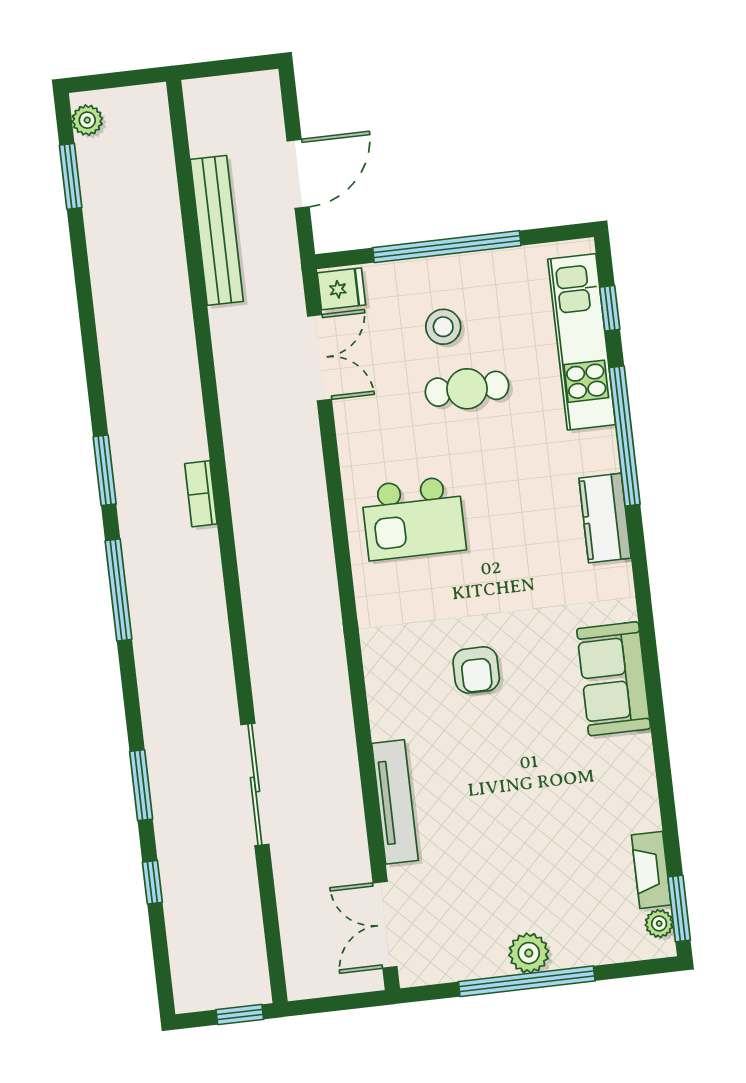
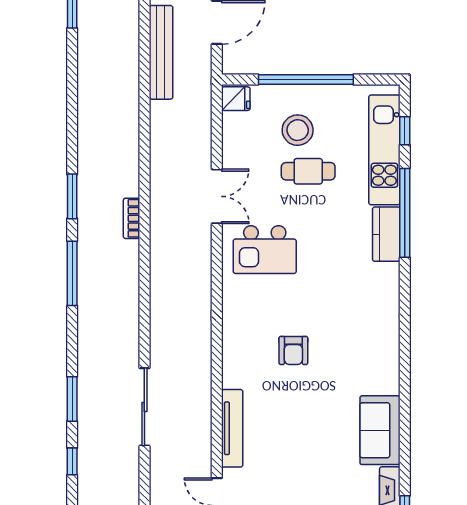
stool: (443, 327) -> (298, 130), width x1.38, depth x1.38
double door: (319, 358) -> (217, 196), moved
kitchen counter: (605, 518) -> (386, 234), moved
sofa: (614, 679) -> (380, 430), moved

